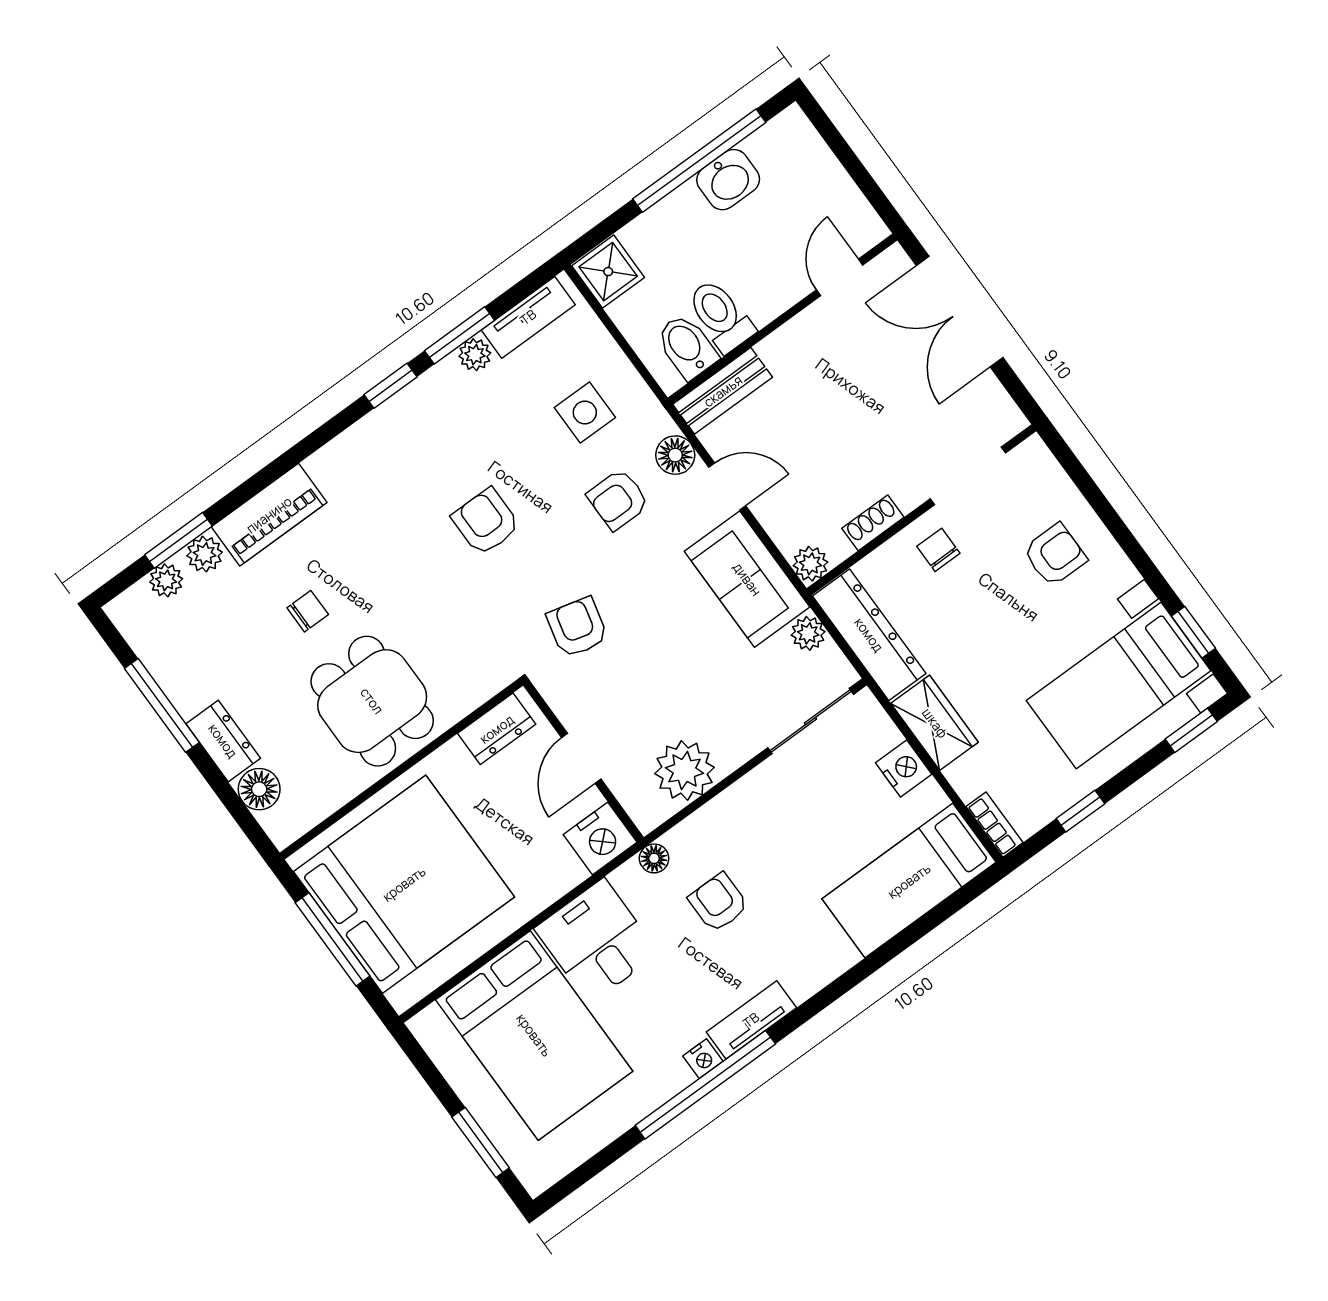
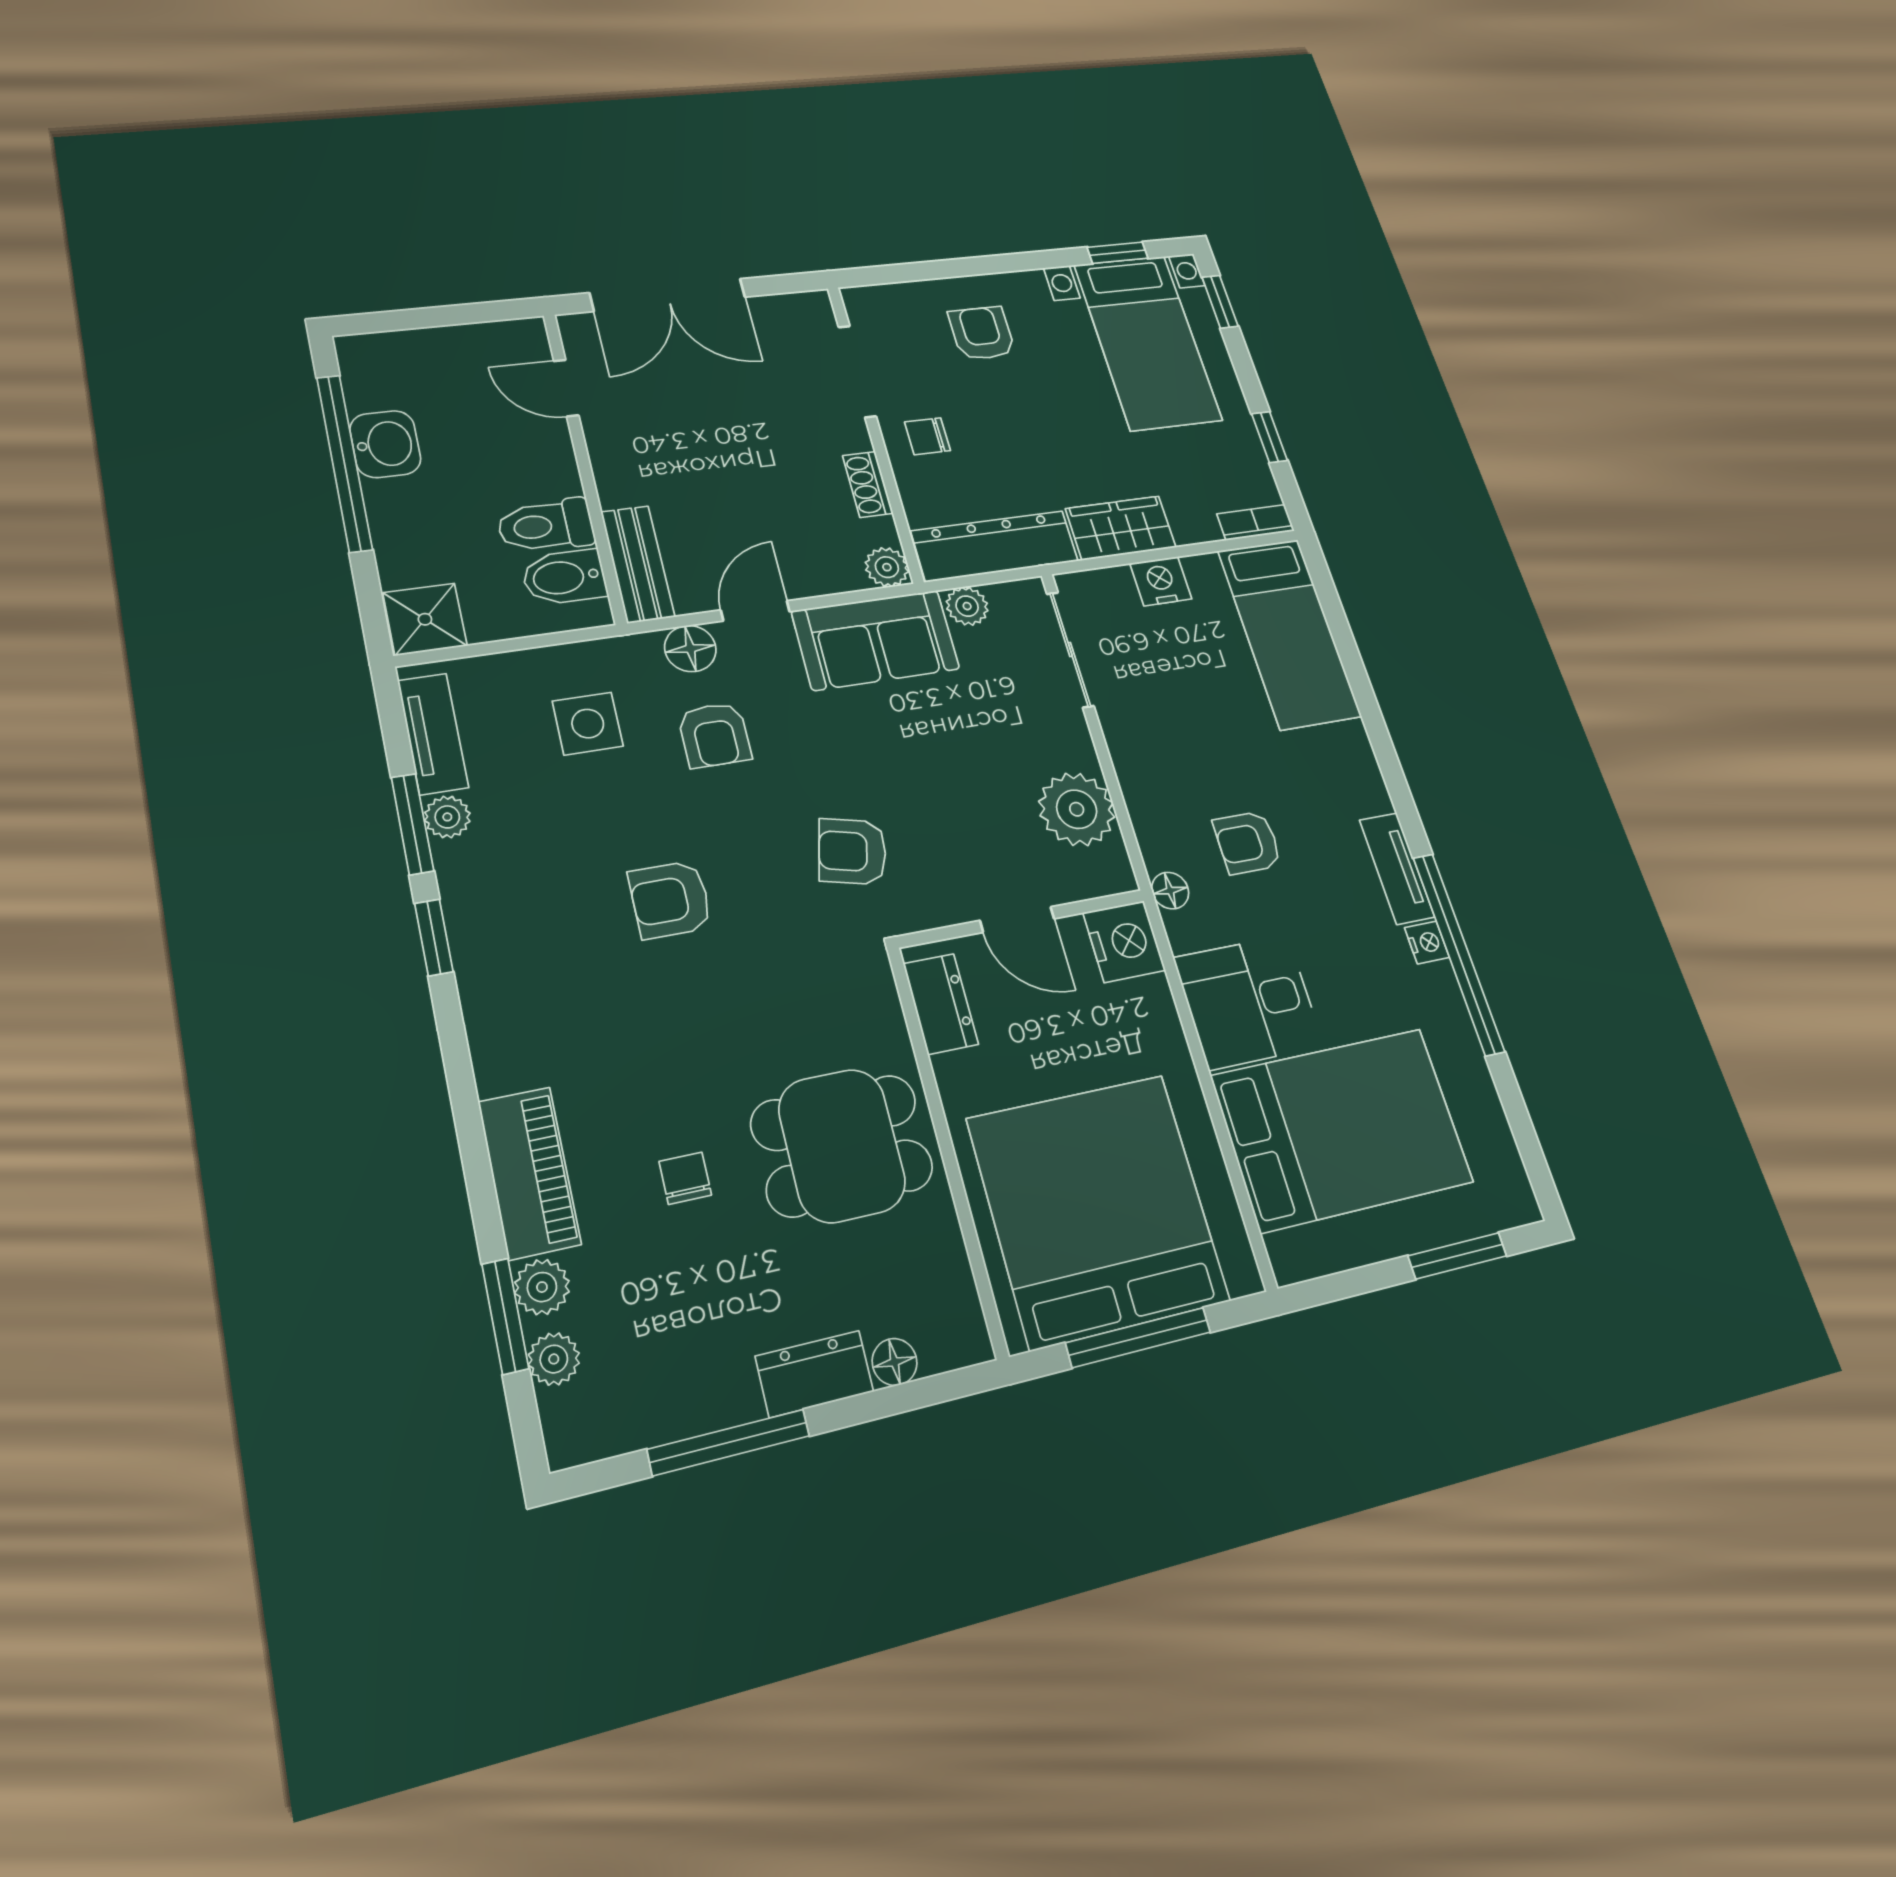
floor lamp: (259, 789) -> (895, 1362), width x0.73, depth x0.73

